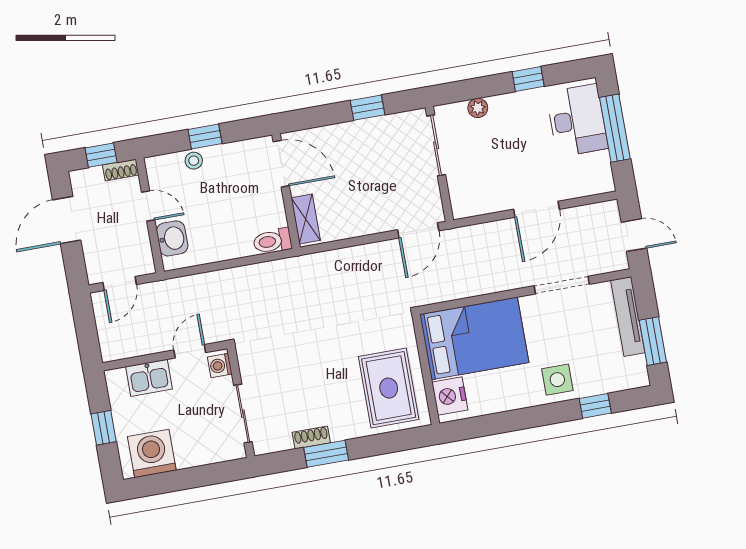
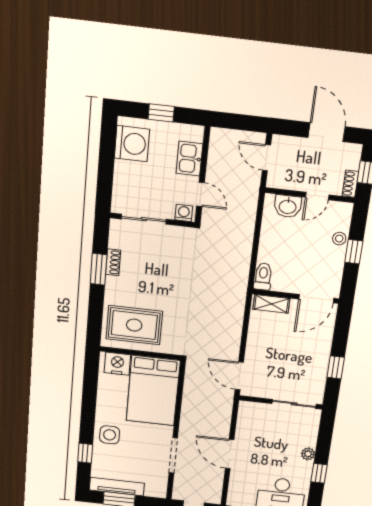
plant: (478, 108) -> (308, 454), moved
tv unit: (628, 316) -> (117, 487), moved

